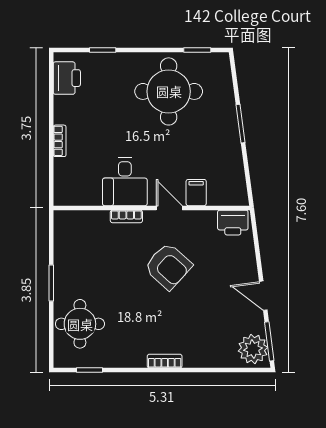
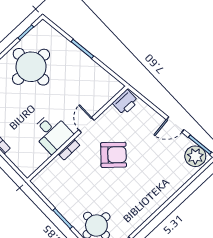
filing cabinet: (196, 193) -> (93, 105), removed
door: (169, 208) -> (86, 125), hinge flipped
bookcase: (165, 361) -> (157, 204), removed

